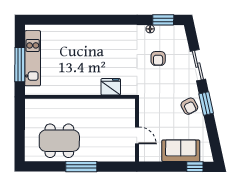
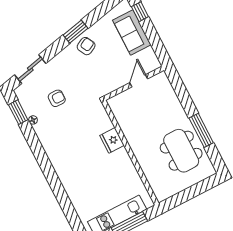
sliding door: (198, 65) -> (30, 69), moved
fridge: (111, 87) -> (112, 140), moved
window: (81, 167) -> (201, 130), moved

